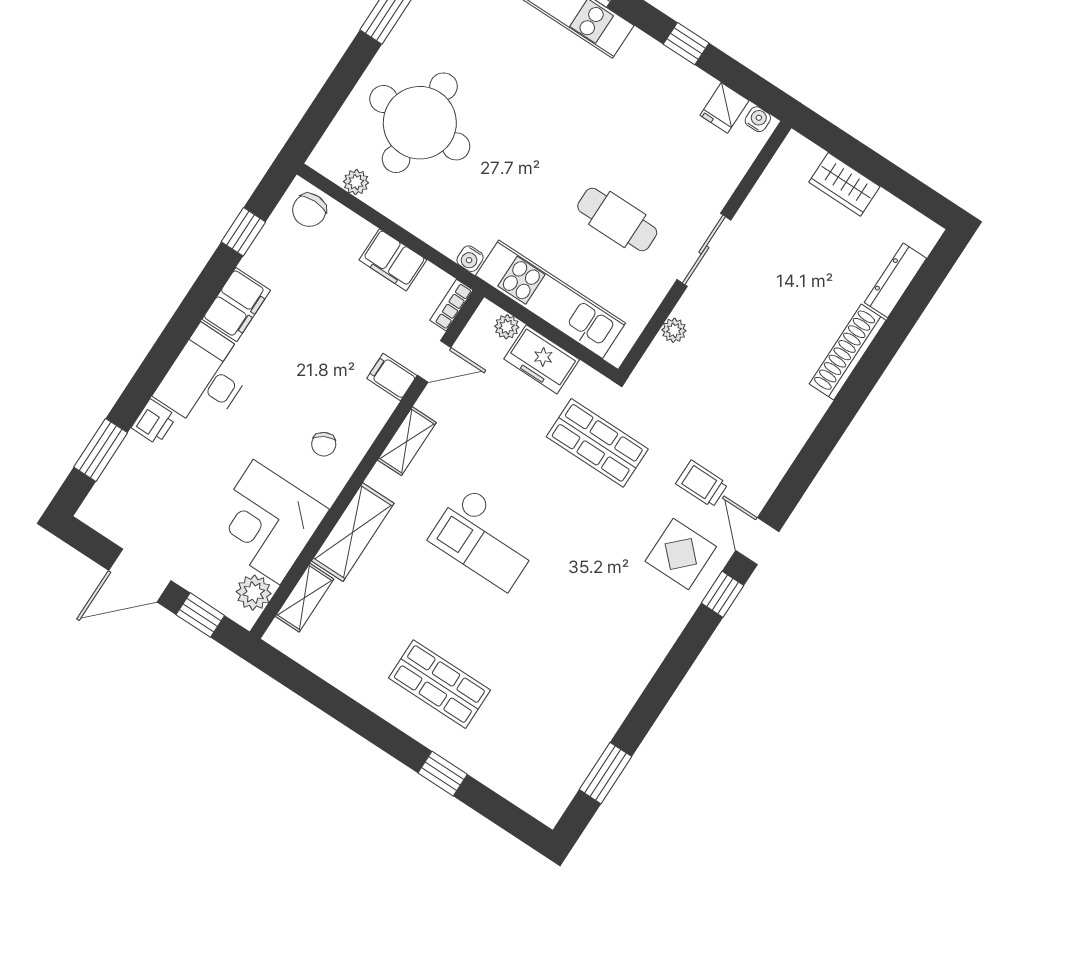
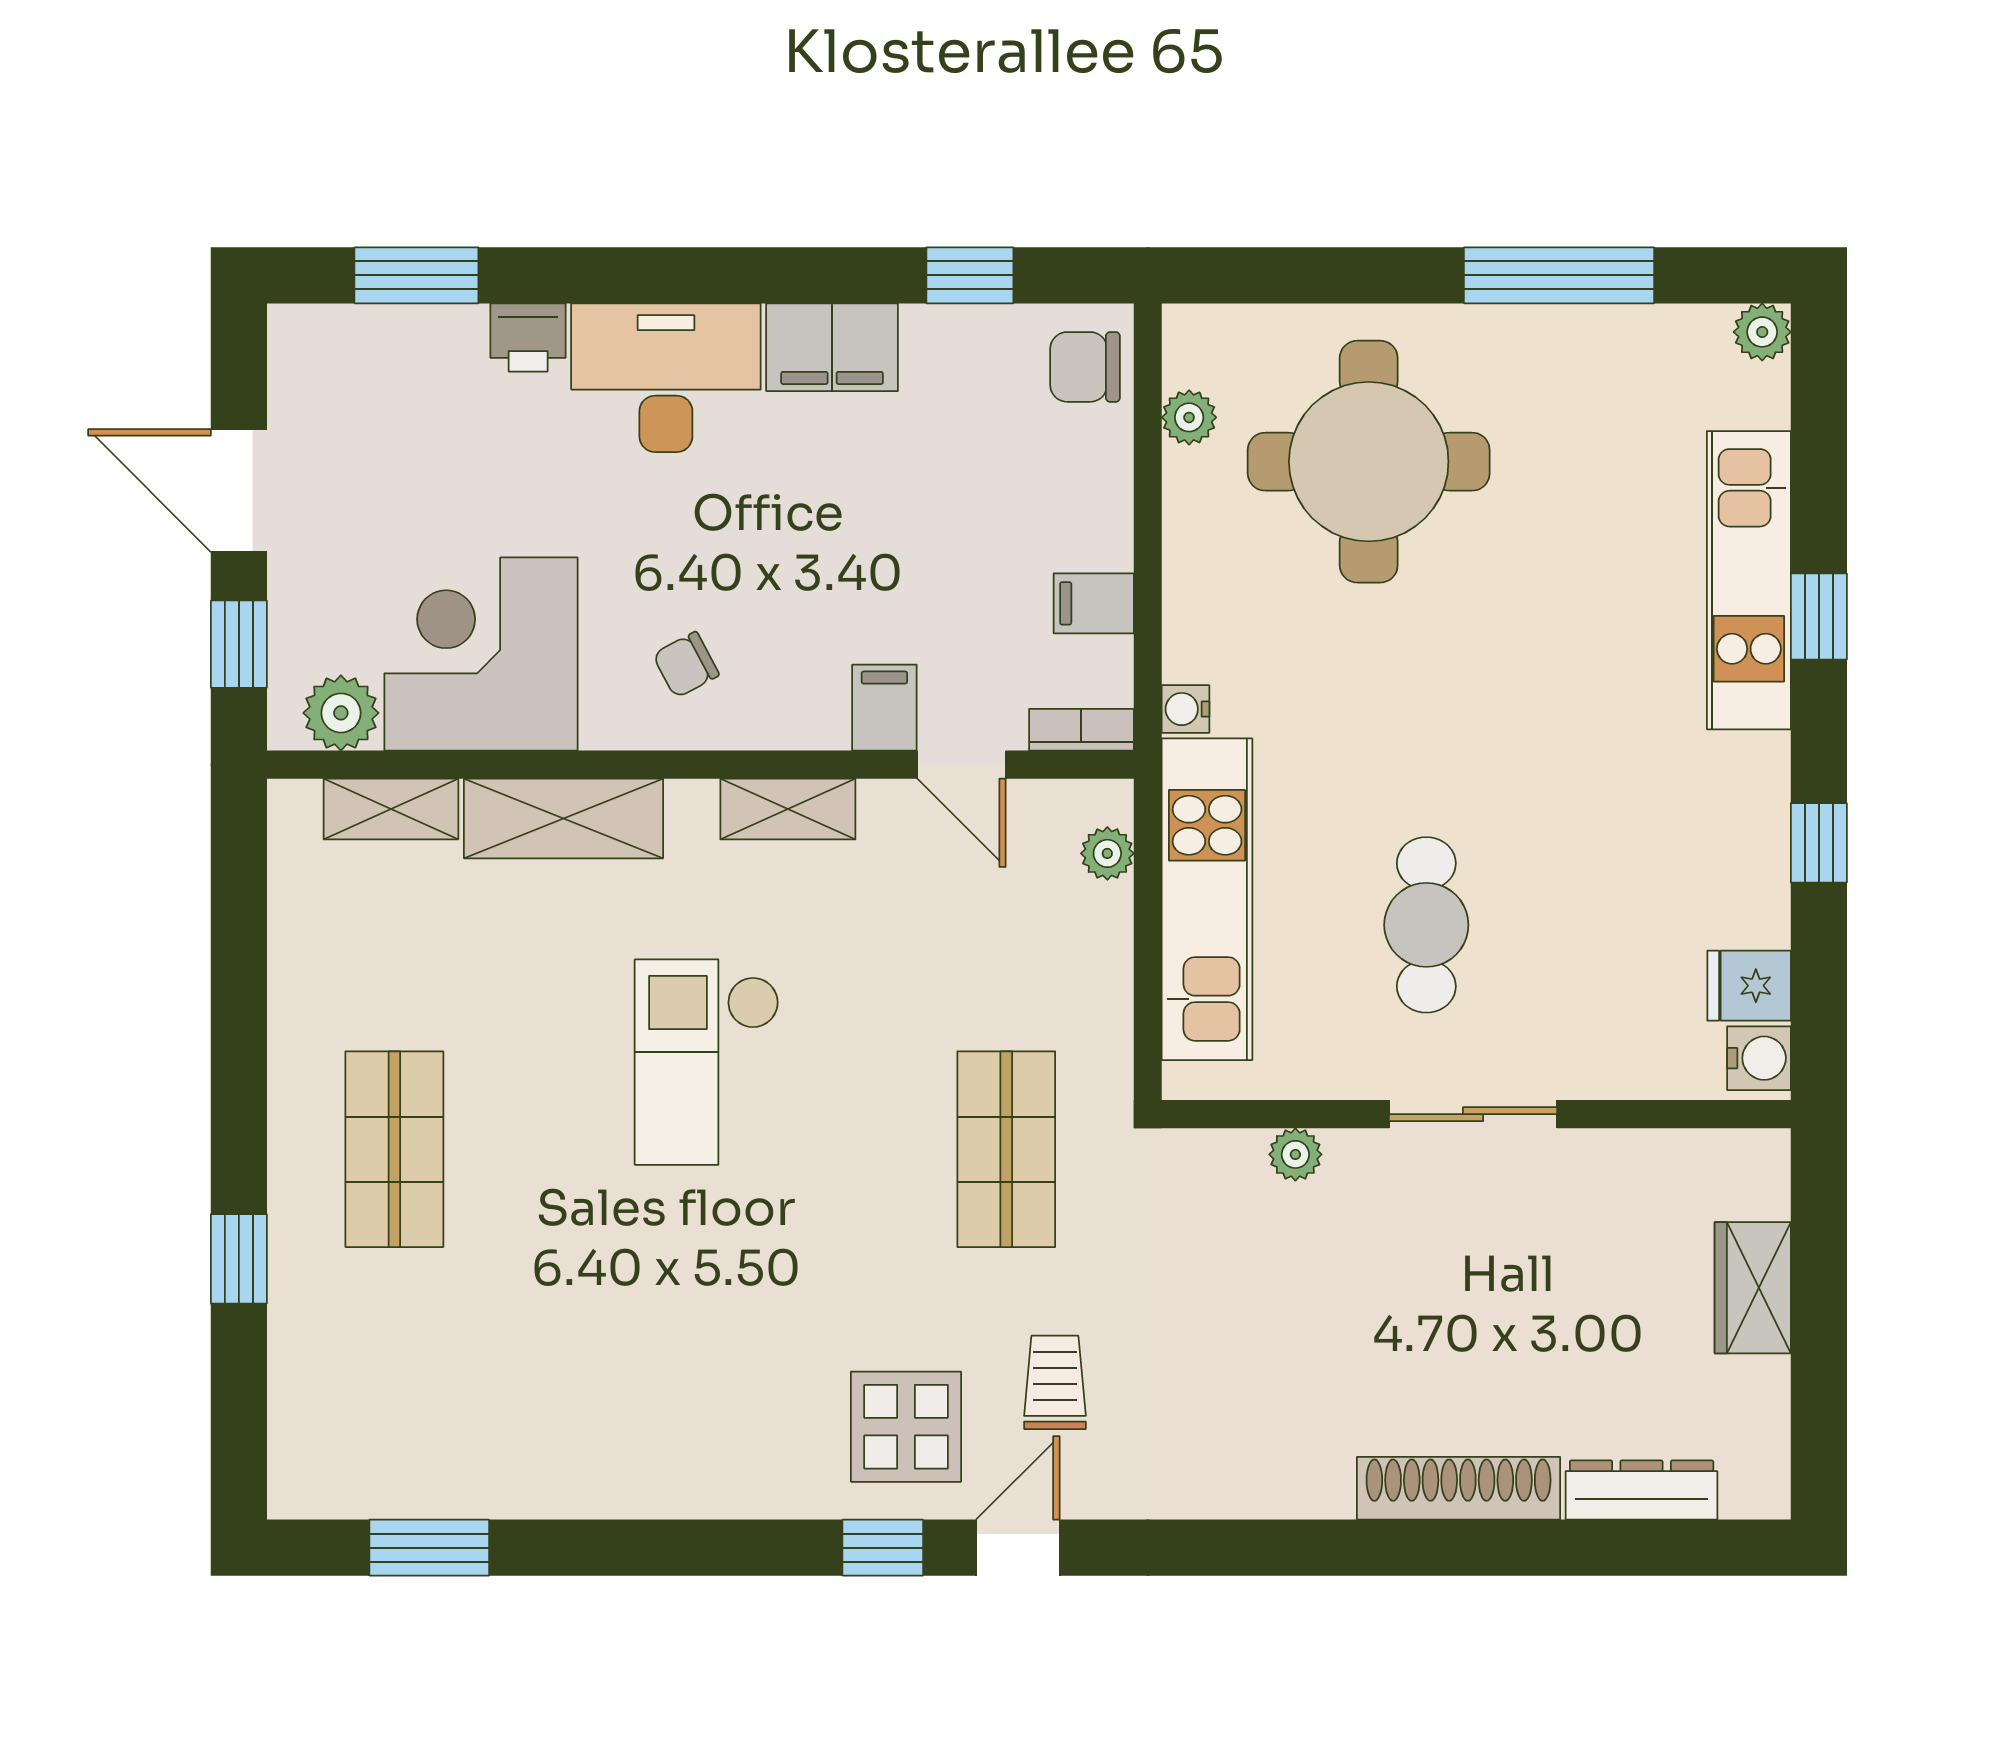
water cooler: (758, 119) -> (1759, 1058), width x1.38, depth x1.38
filing cabinet: (393, 260) -> (1094, 603), width x0.50
freezer: (542, 359) -> (1090, 953), removed

